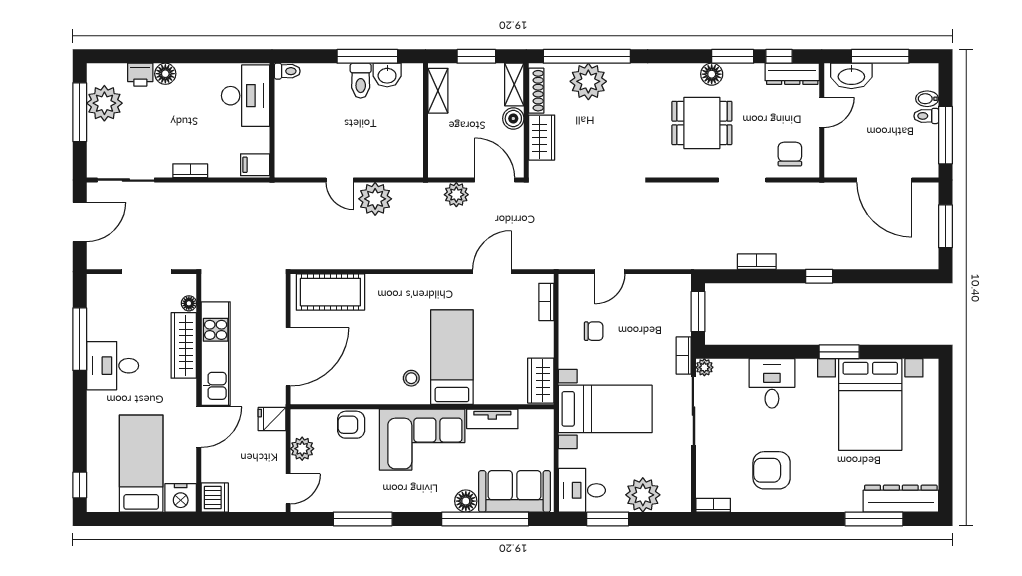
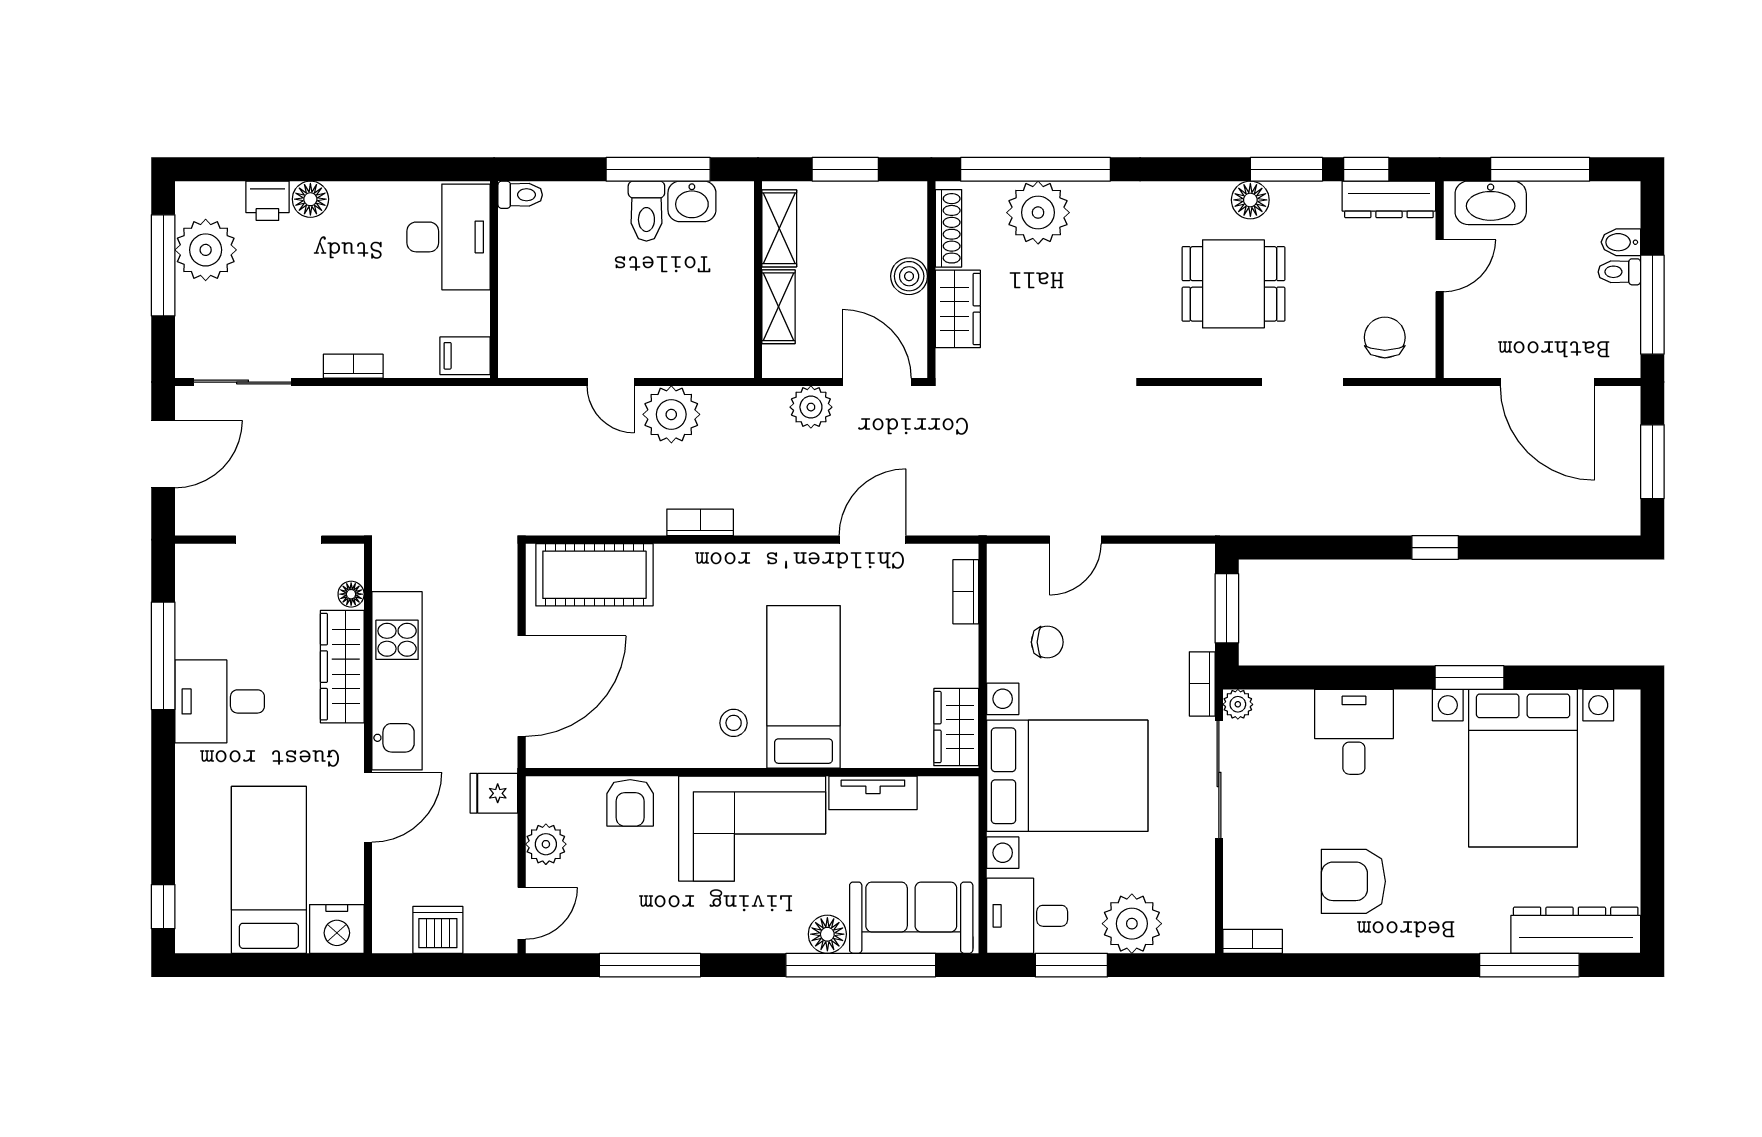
shelving: (514, 85) -> (779, 307), moved
bookcase: (757, 262) -> (700, 522), moved
bed with nightstands: (605, 409) -> (1067, 776), width x1.36
armchair: (351, 425) -> (630, 803), turned -90
dishwasher: (215, 498) -> (438, 930), moved, turned -90

